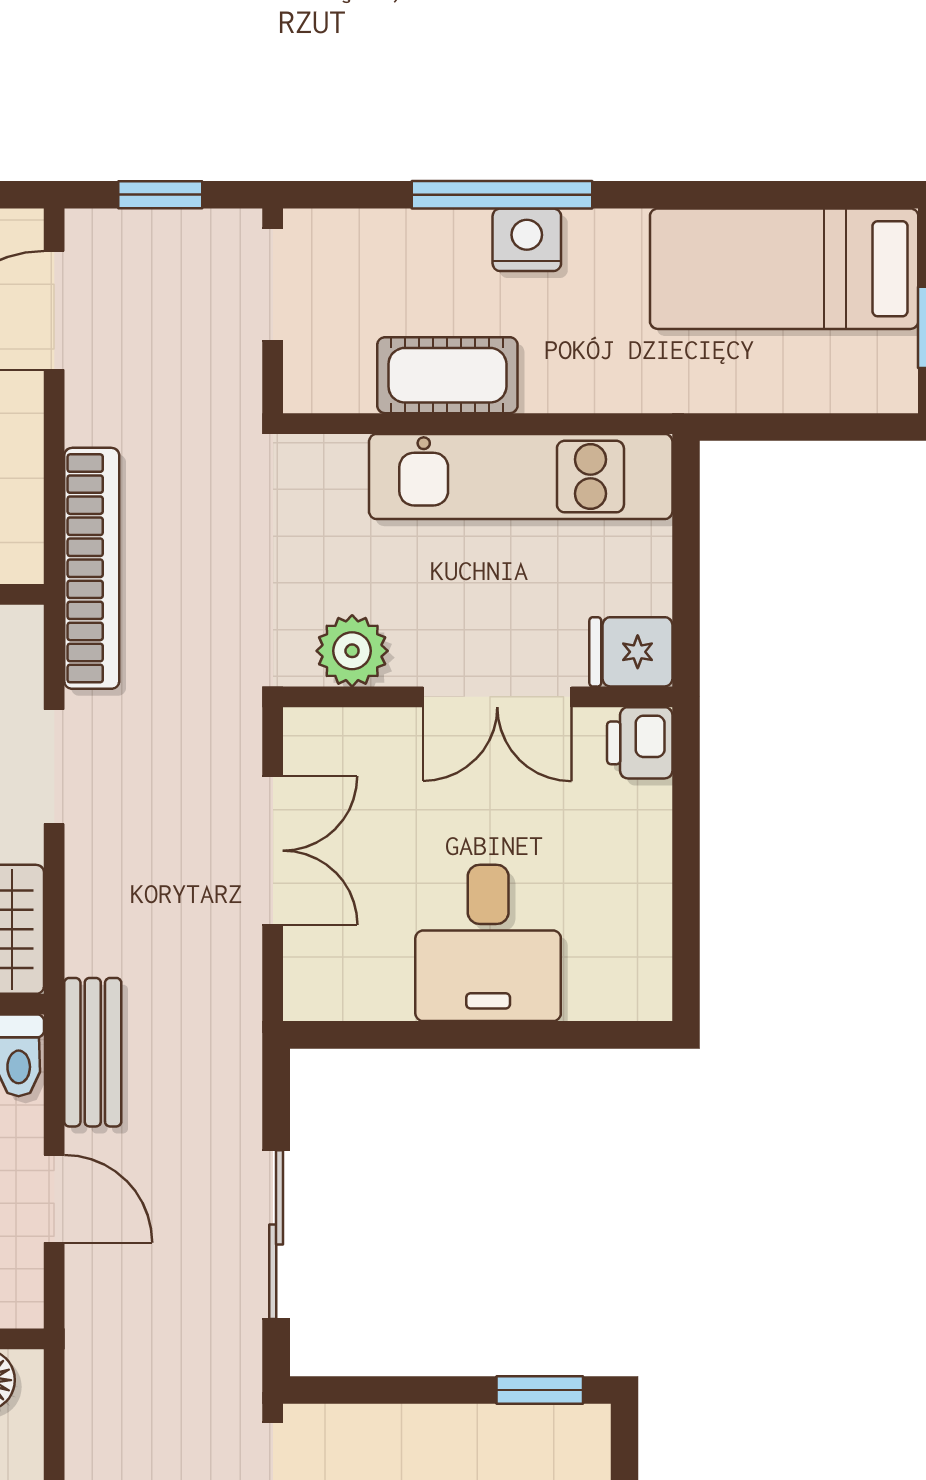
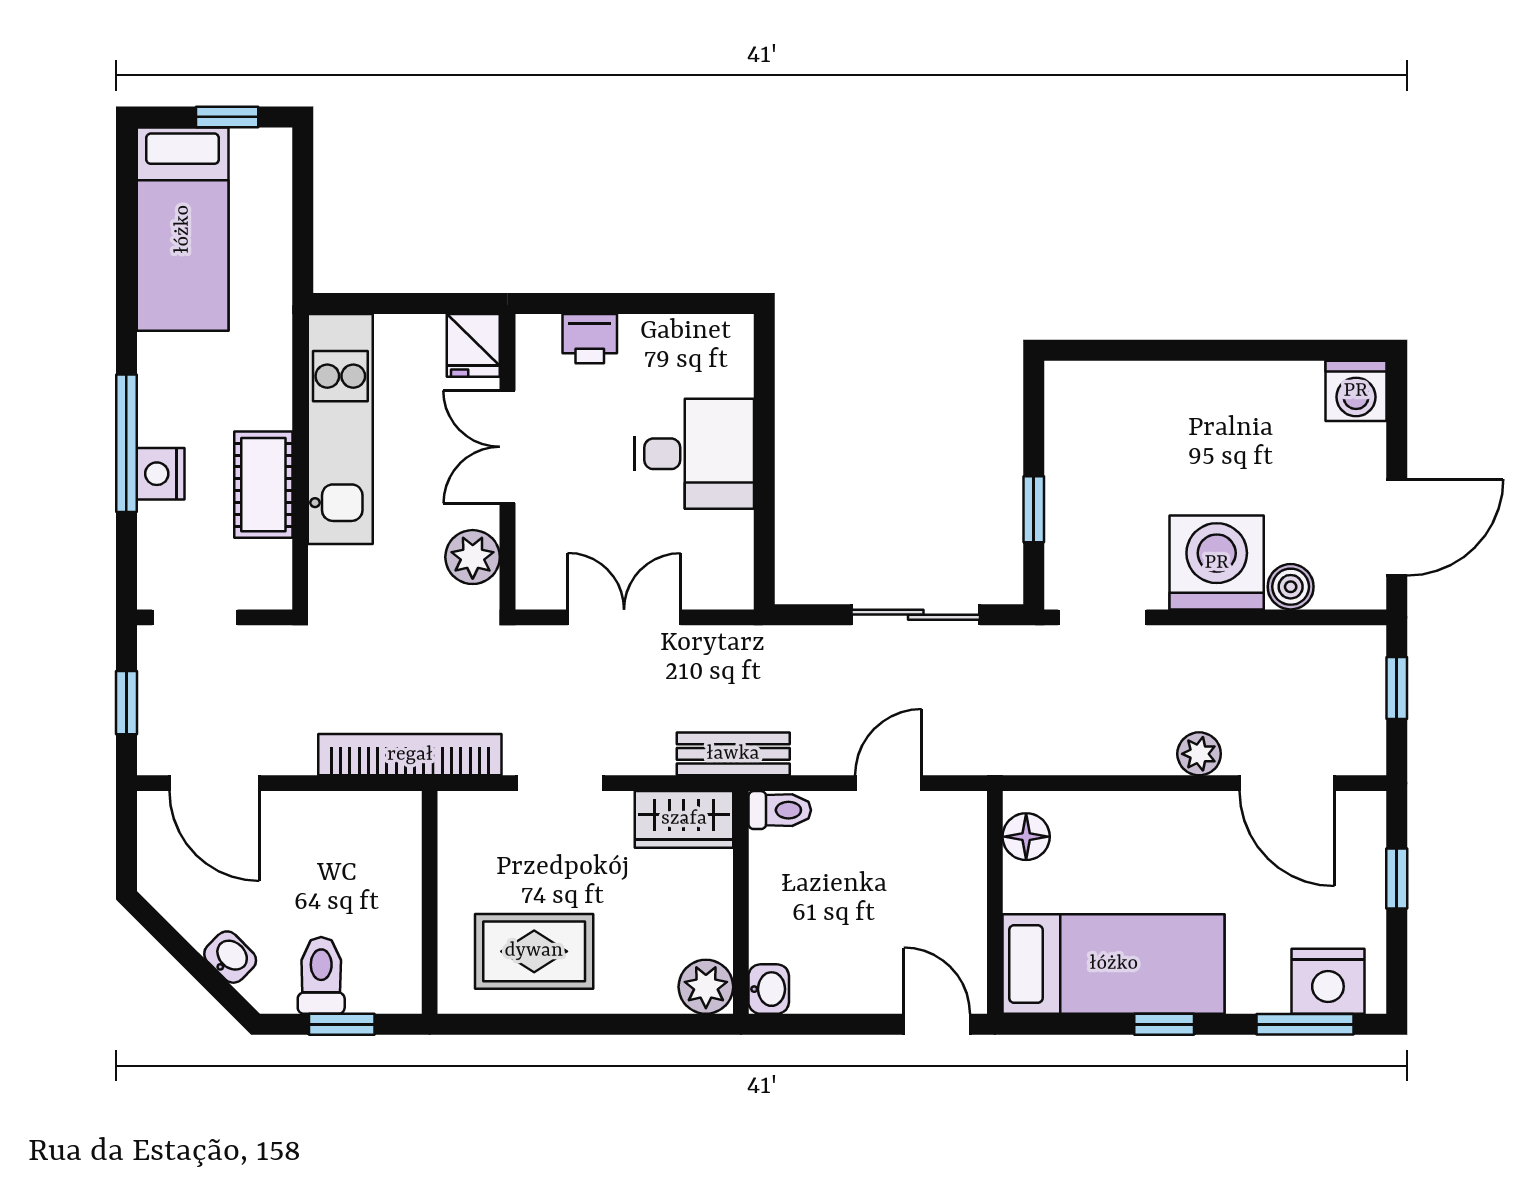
nightstand: (527, 240) -> (161, 474), moved
double door: (497, 697) -> (507, 447), swing flipped
printer: (640, 743) -> (590, 339), moved
bench: (93, 1052) -> (733, 754), moved
window: (540, 1390) -> (1034, 509), moved

